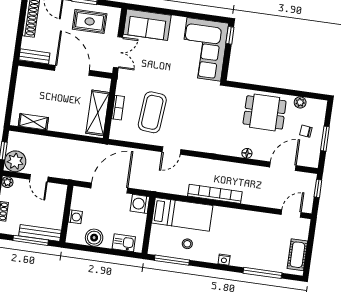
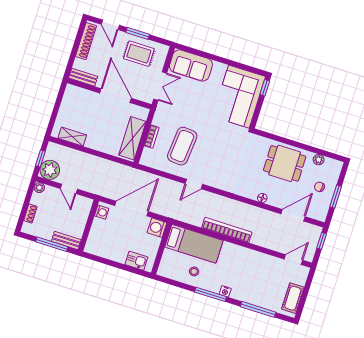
washing machine: (75, 217) -> (102, 212), moved
bench: (40, 233) -> (66, 241), width x0.73
boiler: (94, 238) -> (110, 252), removed
window: (172, 260) -> (211, 294), moved

